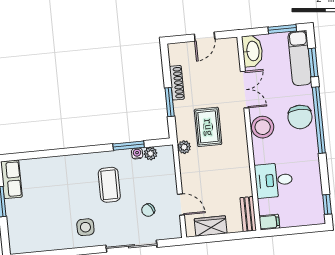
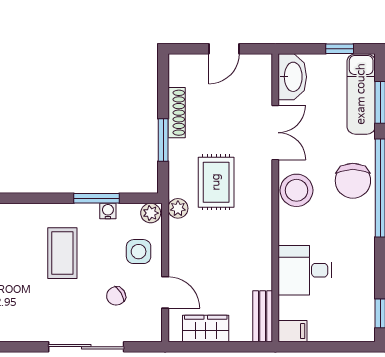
window: (282, 29) -> (340, 49), width x0.67
plant: (151, 154) -> (151, 213), moved
side table: (85, 227) -> (139, 252), moved

